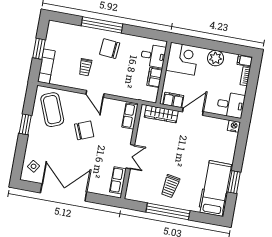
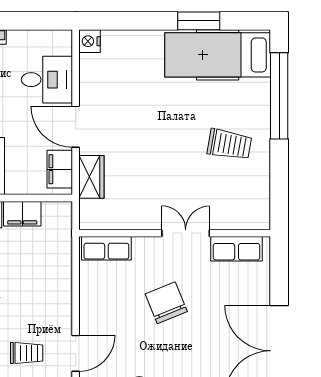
door: (95, 94) -> (76, 353), moved
desk: (231, 105) -> (47, 80), moved, turned 90
wardrobe: (161, 114) -> (91, 177), width x0.67
chair: (84, 130) -> (166, 303), moved
window: (168, 211) -> (279, 96), moved

